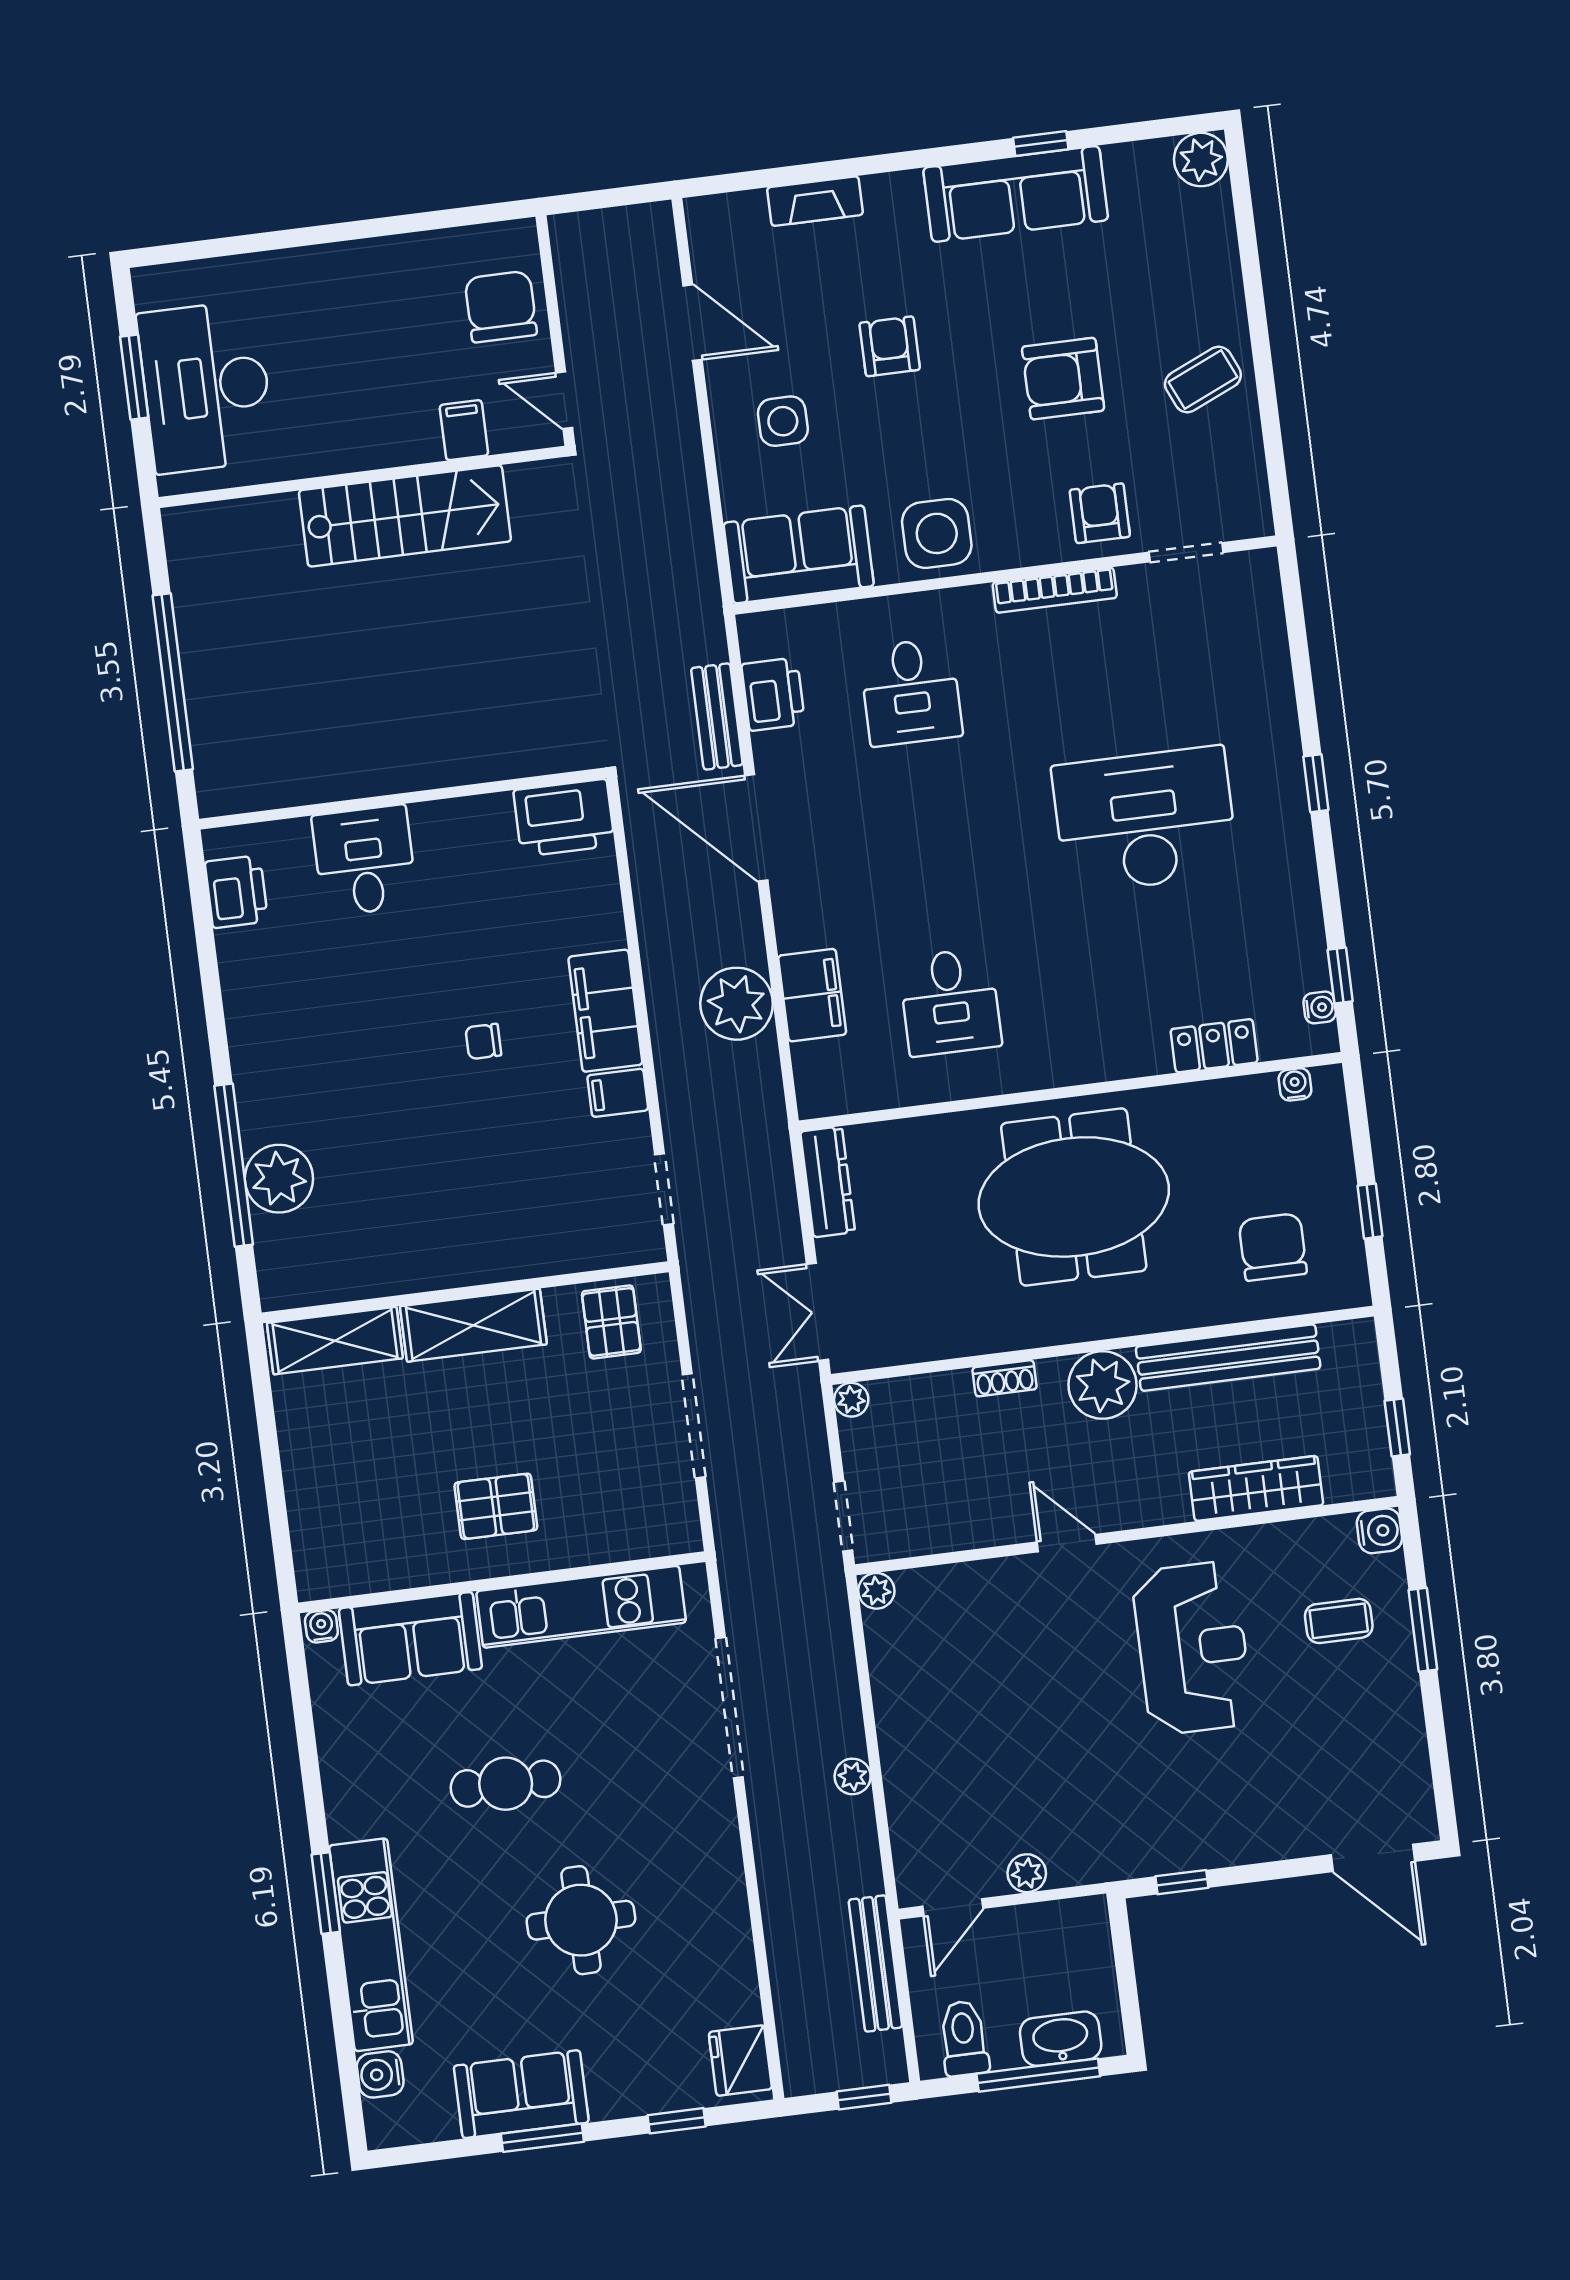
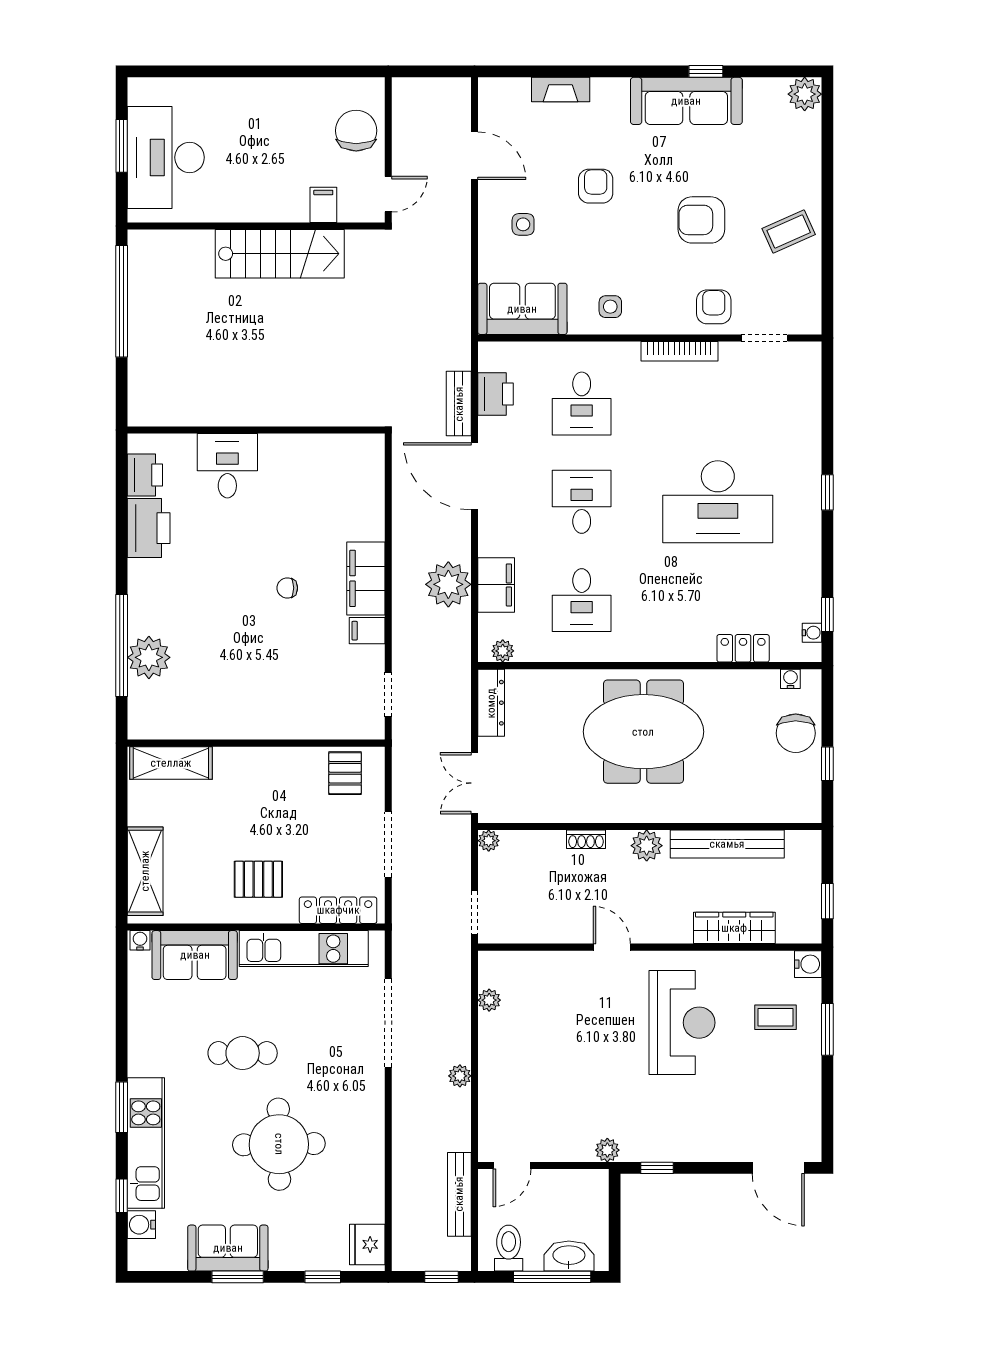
door: (564, 400) -> (388, 194), swing flipped
side table: (783, 421) -> (523, 224), width x0.73, depth x0.73
side table: (937, 533) -> (610, 307), width x0.54, depth x0.54
window: (173, 682) -> (122, 301), moved
printer: (564, 818) -> (149, 528), moved, turned -90
desk: (1145, 820) -> (718, 502), turned 180
desk: (930, 847) -> (582, 502), added
plant: (836, 1098) -> (503, 651), added
chair: (1273, 1247) -> (796, 733), moved, turned 180
shelving: (473, 1325) -> (145, 871), moved, turned 90
plant: (1103, 1385) -> (647, 846), width x0.73, depth x0.73
locker: (628, 1539) -> (338, 910), added
plant: (876, 1591) -> (489, 1000), moved
plant: (1027, 1873) -> (607, 1150), moved
round table: (581, 1920) -> (279, 1144), width x1.36, depth x1.36
window: (343, 2033) -> (122, 1196), added

